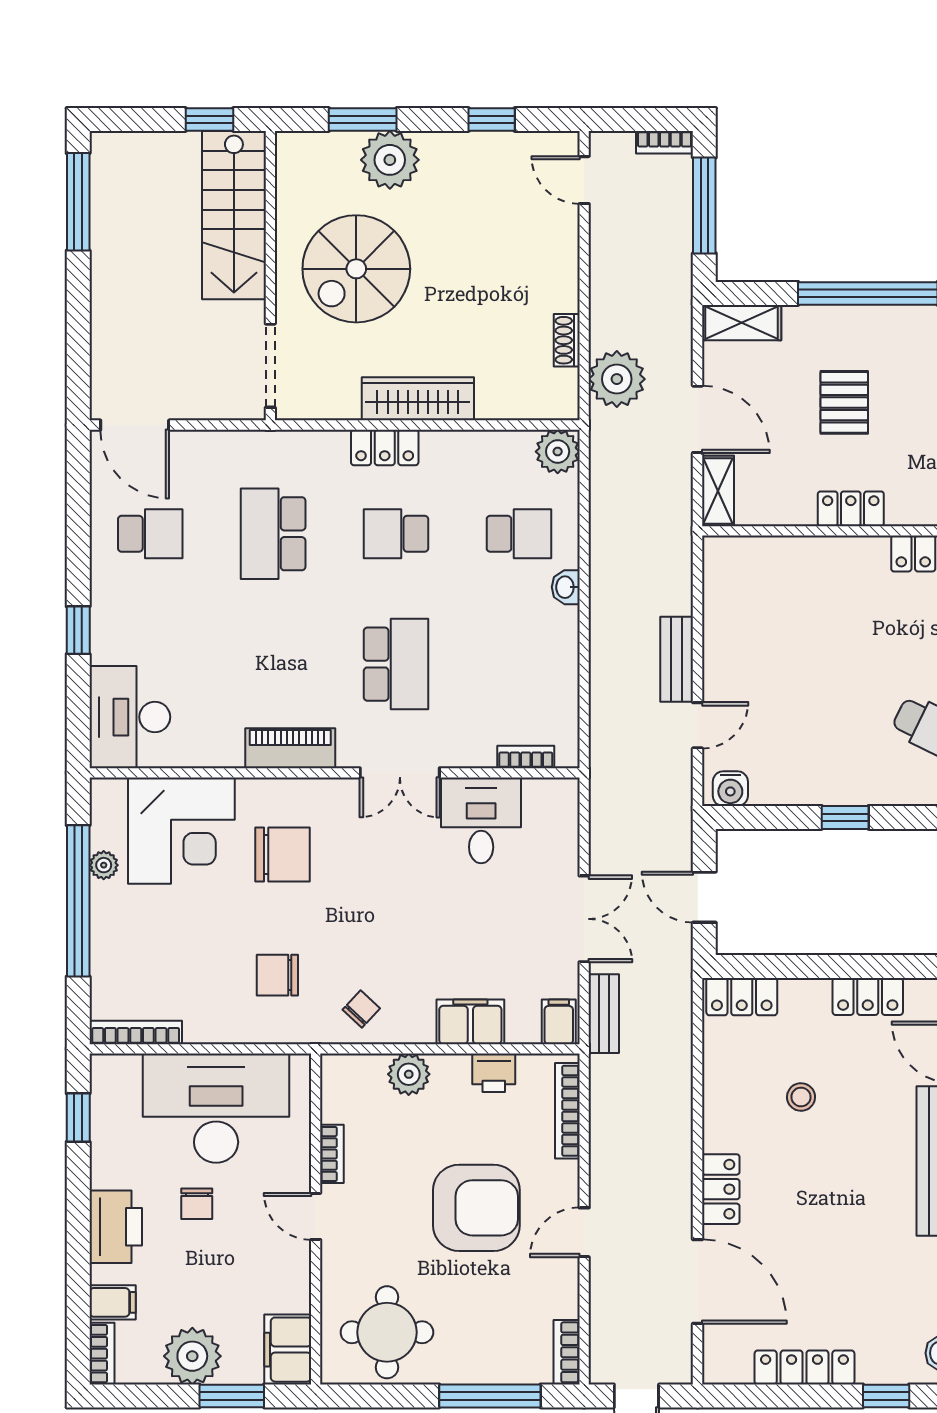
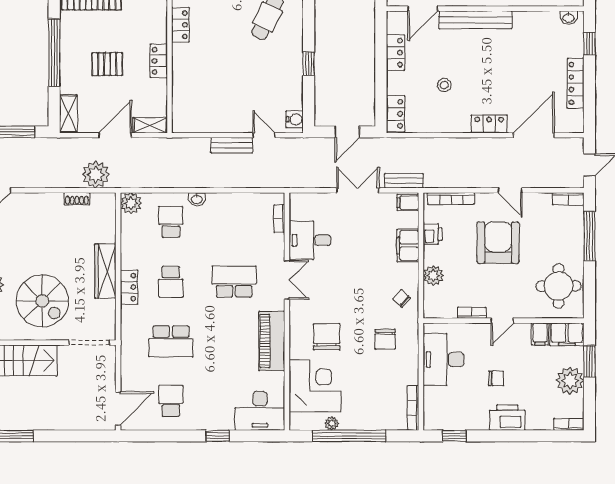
piano: (290, 748) -> (272, 341), width x1.37, depth x1.33
desk: (216, 1108) -> (444, 359), width x0.73, depth x0.77
filing cabinet: (113, 1302) -> (540, 334), moved, turned 180

